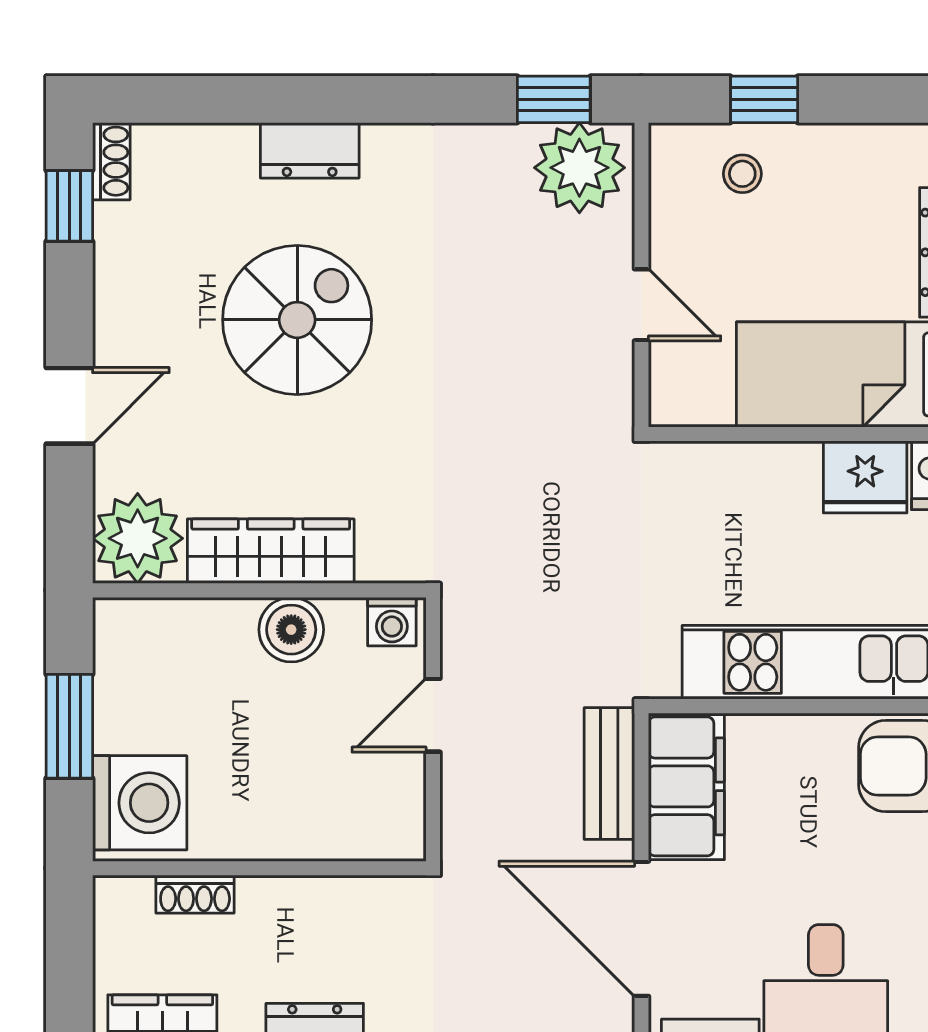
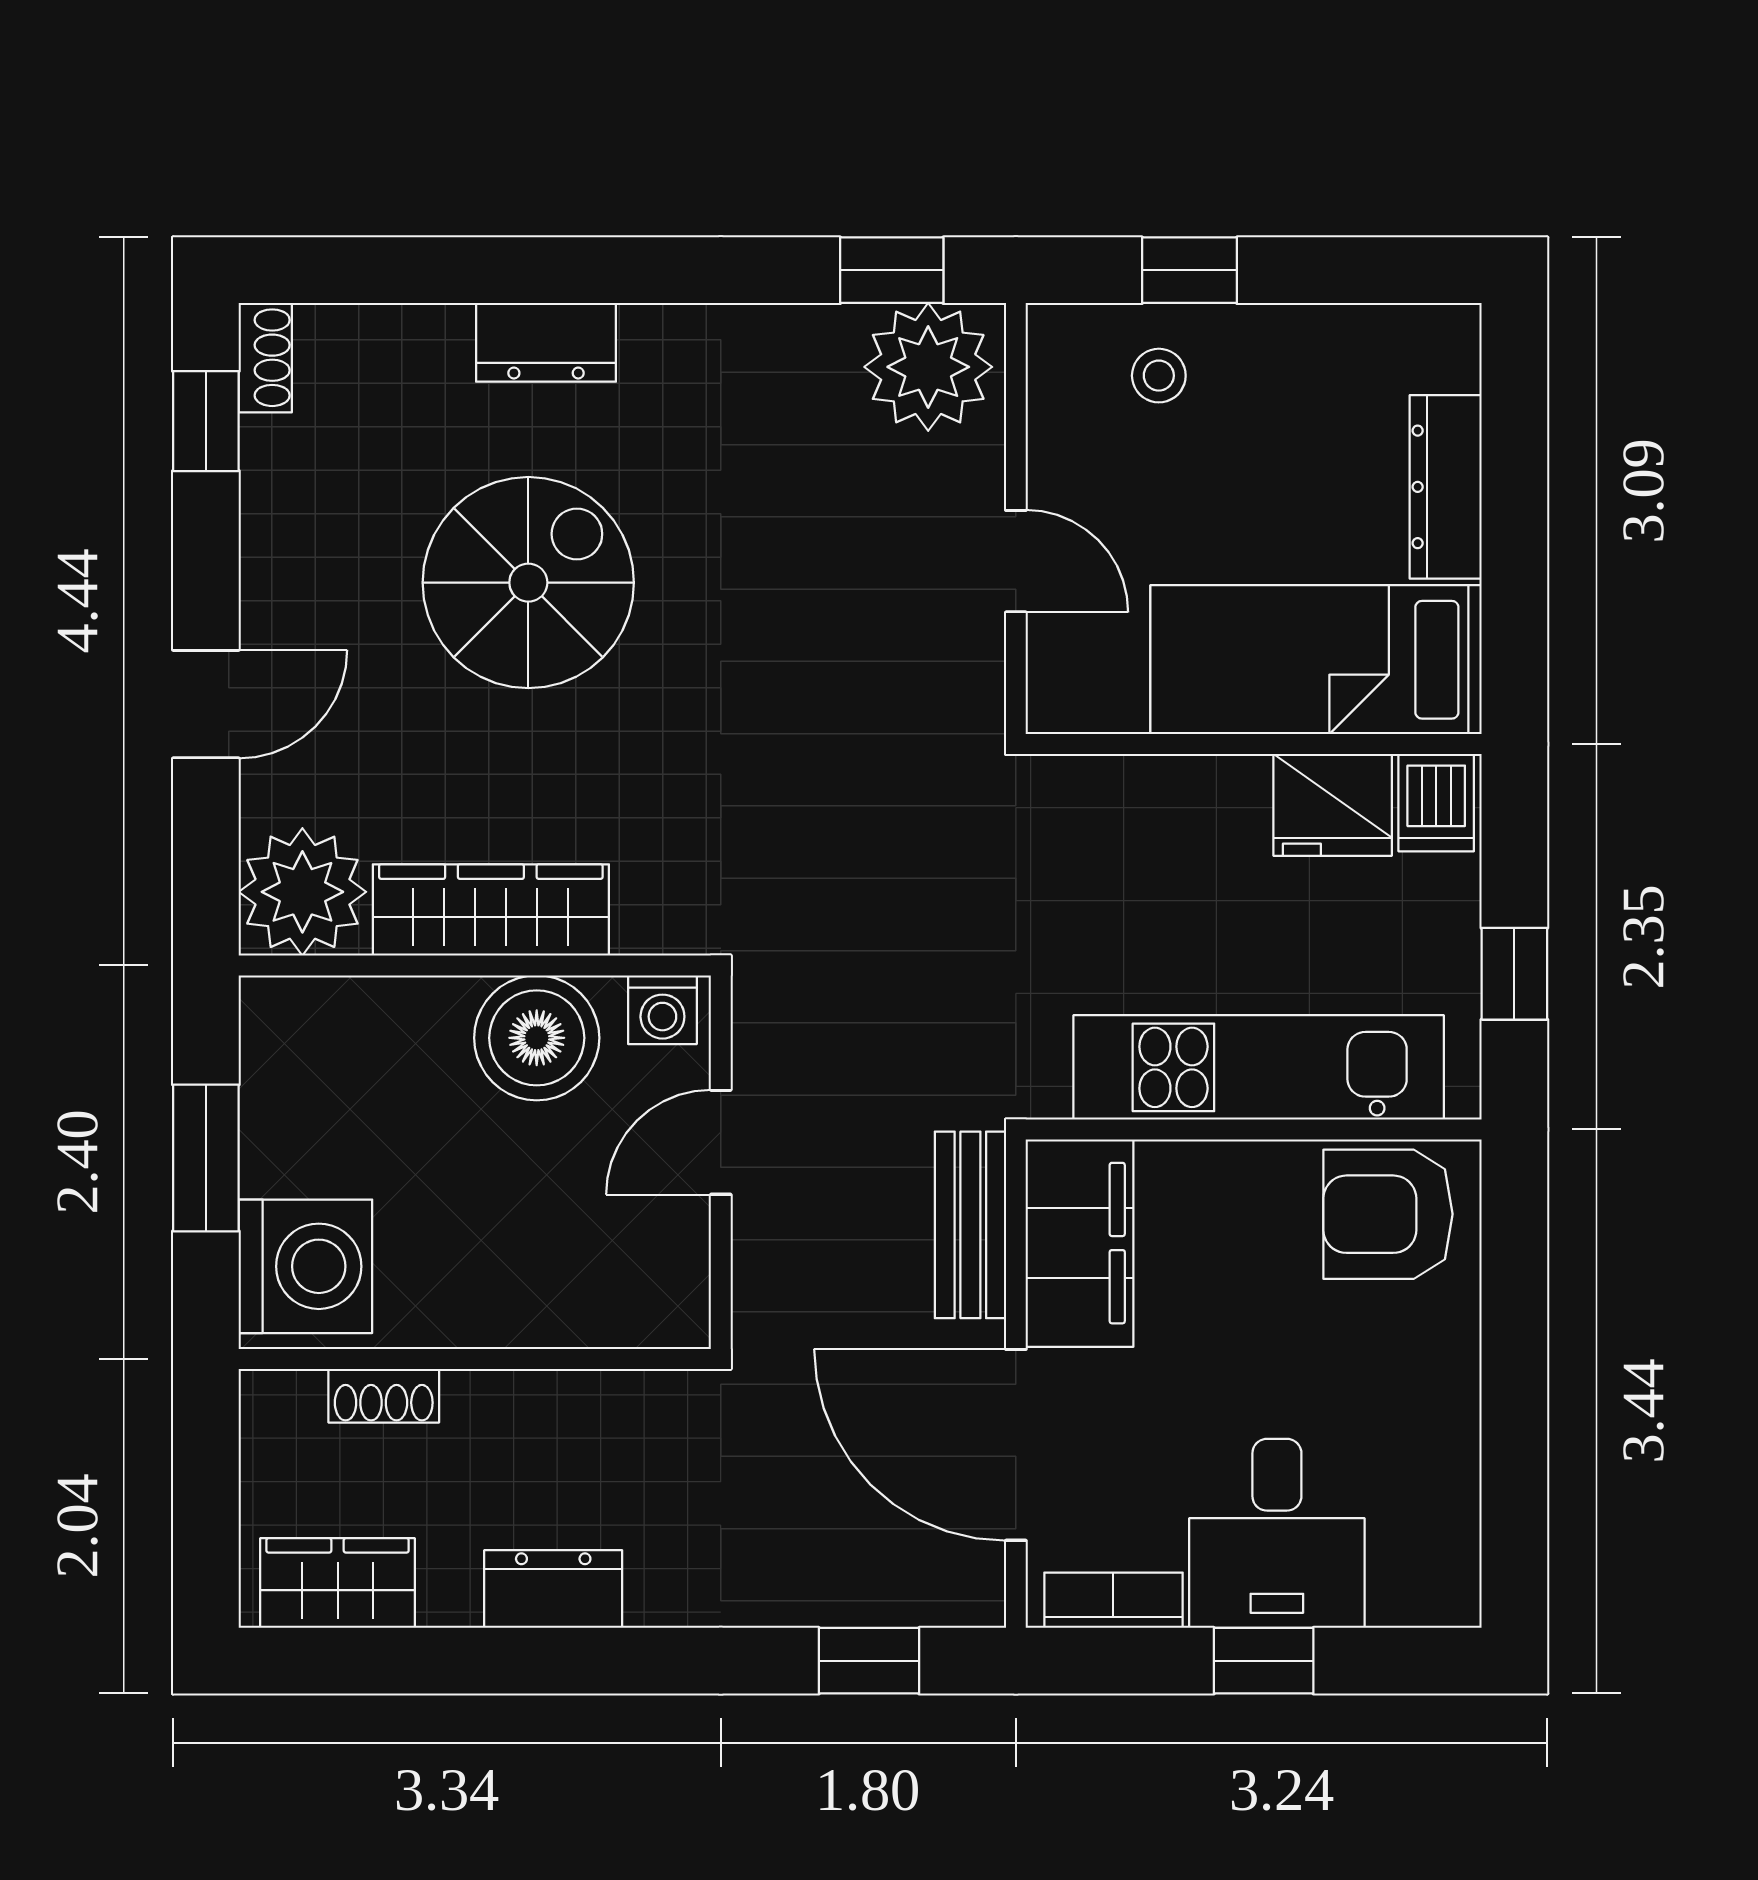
boiler: (291, 630) -> (537, 1038), width x1.37, depth x1.37

